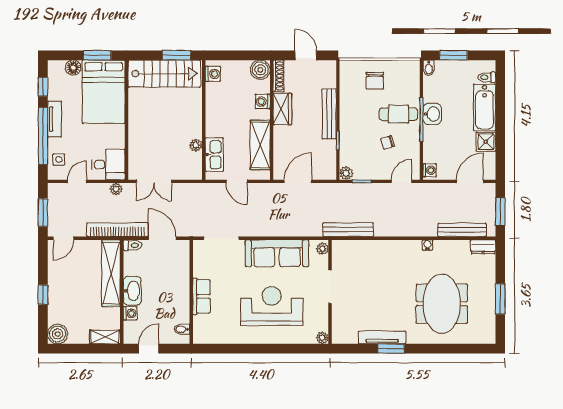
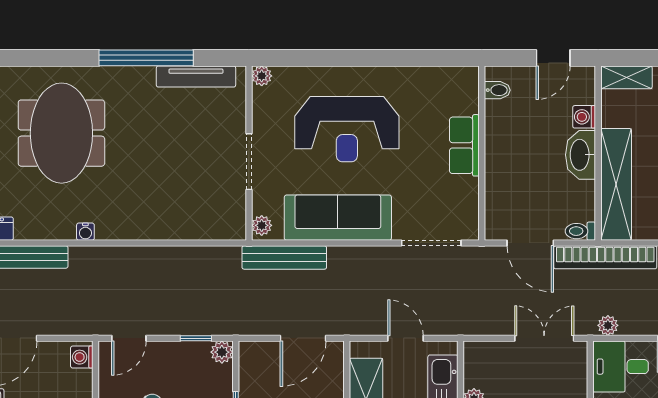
bench: (348, 230) -> (284, 257), moved
tv unit: (382, 337) -> (196, 76), moved
window: (391, 349) -> (146, 58), width x2.11

